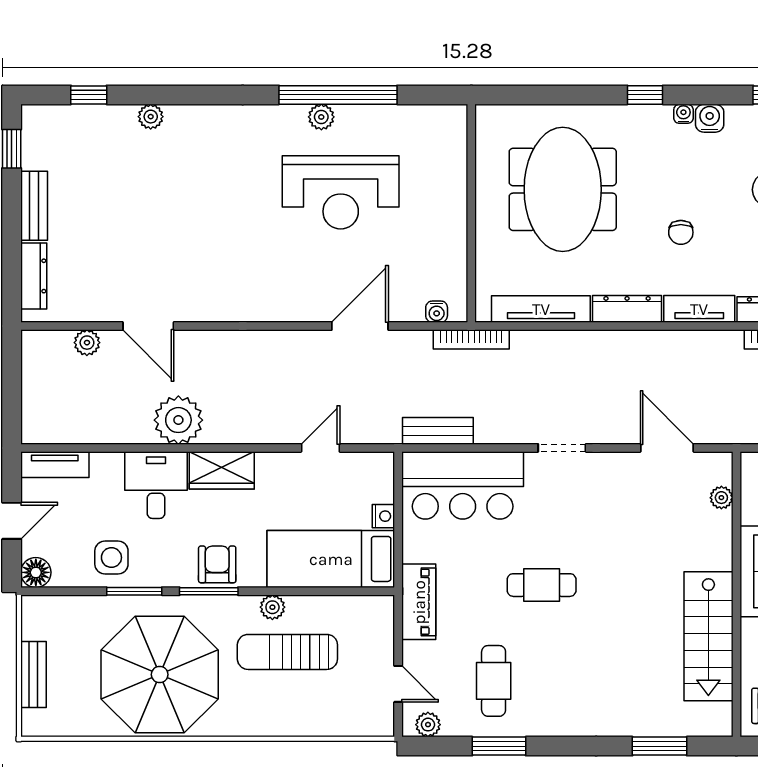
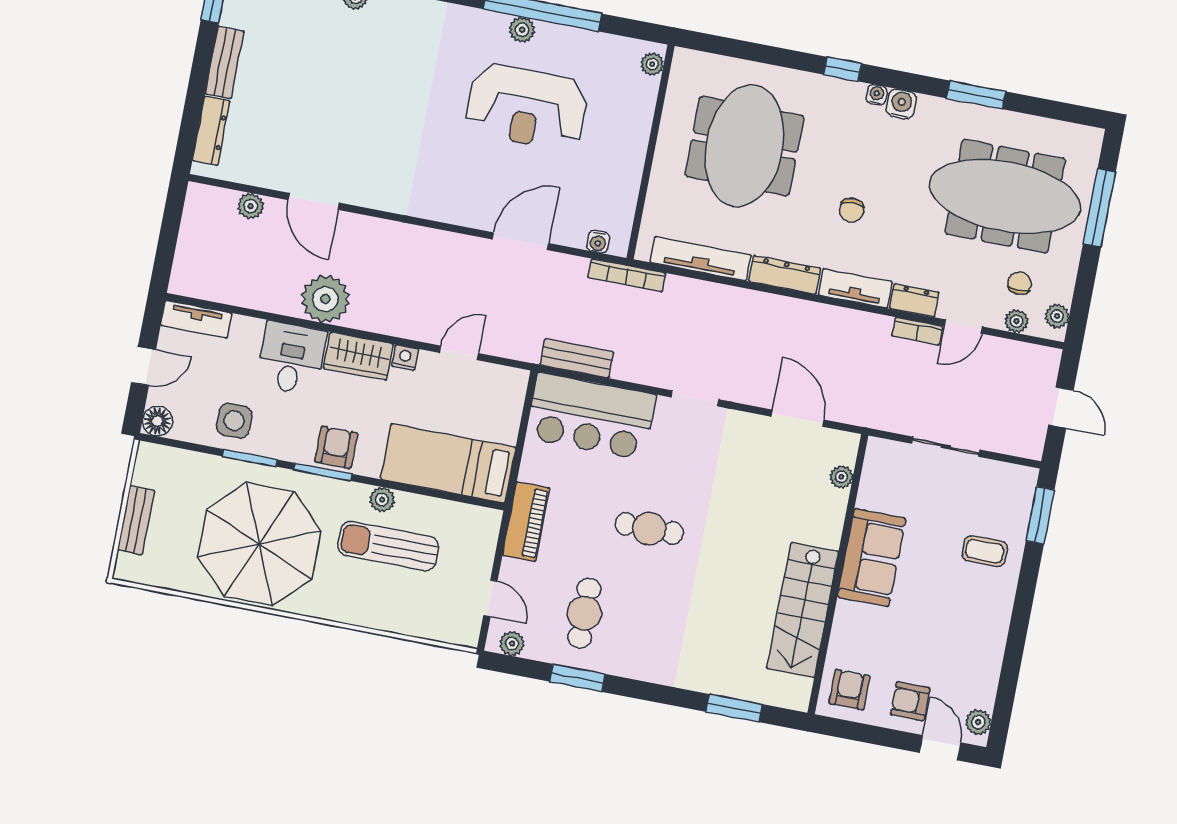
plant: (456, 126) -> (652, 64), added
nightstand: (383, 516) -> (405, 358), moved, turned -90

